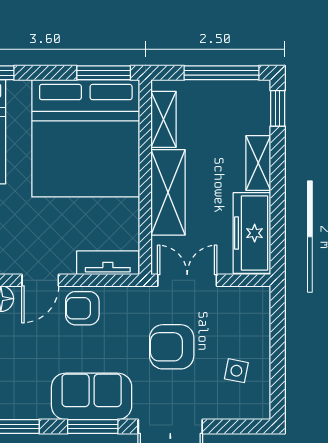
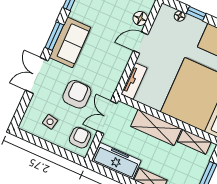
door: (40, 280) -> (141, 43), hinge flipped
double door: (187, 280) -> (107, 117), swing flipped
armchair: (82, 308) -> (80, 138), moved

